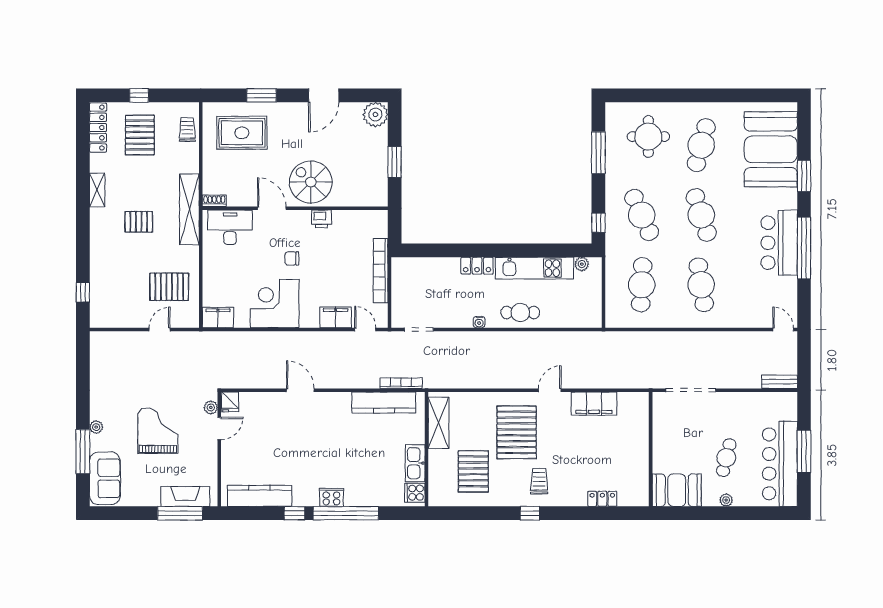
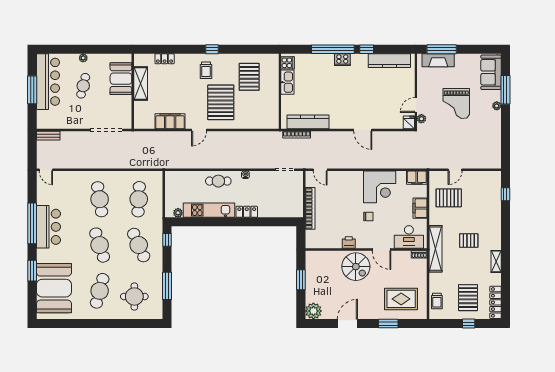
filing cabinet: (336, 317) -> (420, 208), moved, turned 90
shelving: (439, 423) -> (141, 84), moved
booth: (677, 490) -> (121, 79), moved, turned 90

